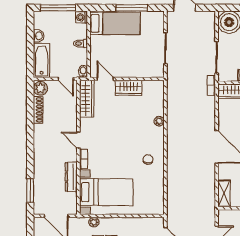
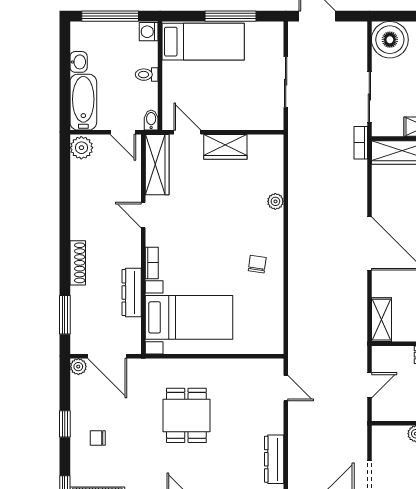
shoe rack: (38, 110) -> (78, 263), moved
door: (78, 140) -> (143, 215), moved
plant: (94, 222) -> (78, 367), moved

